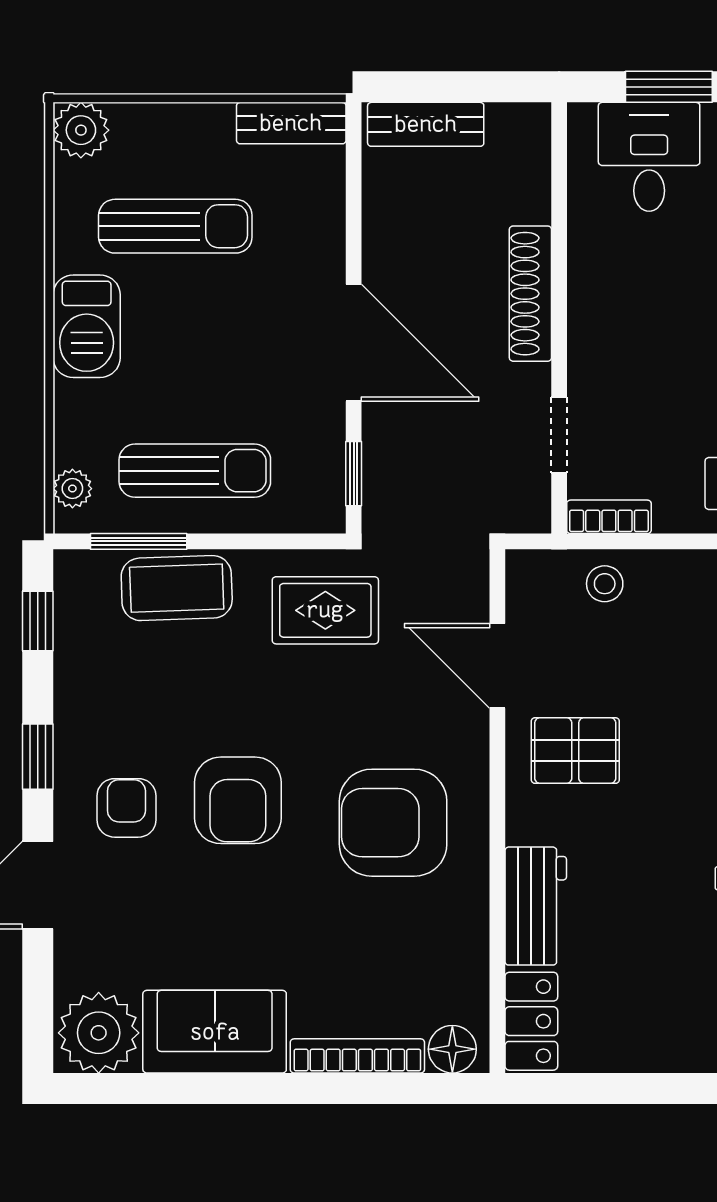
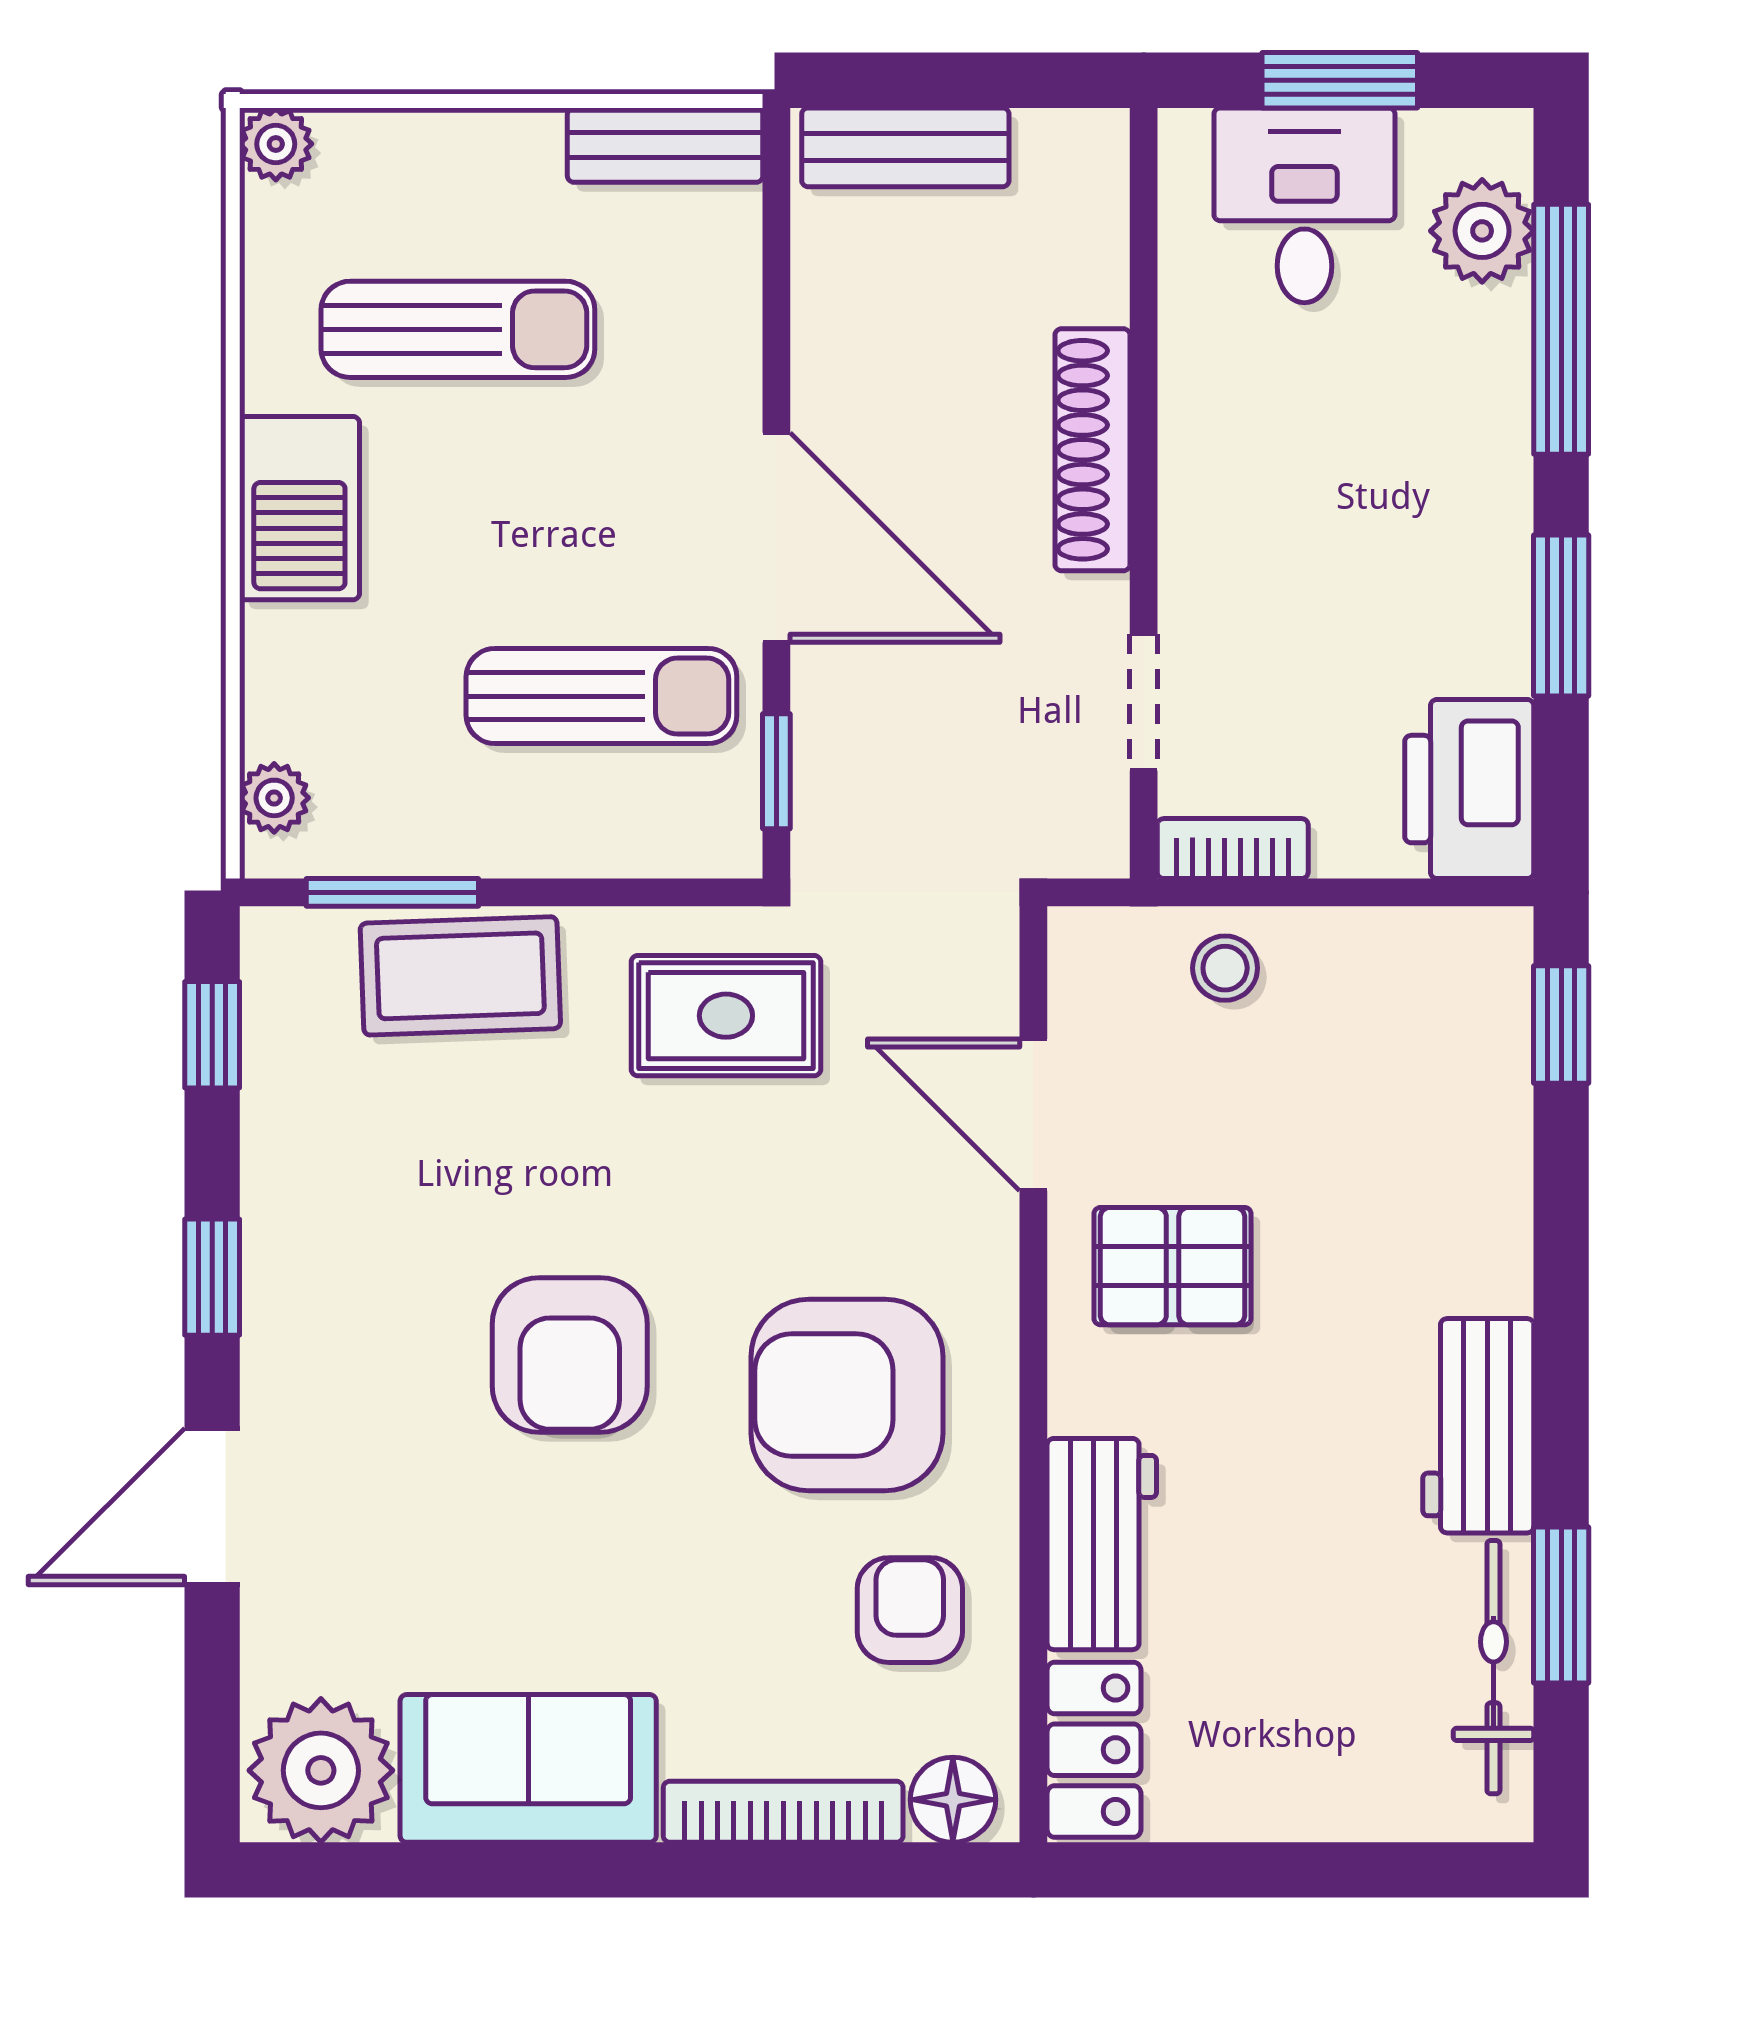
plant: (81, 130) -> (276, 144), width x0.73, depth x0.73
sun lounger: (195, 471) -> (601, 696), moved
armchair: (126, 808) -> (910, 1610), moved

